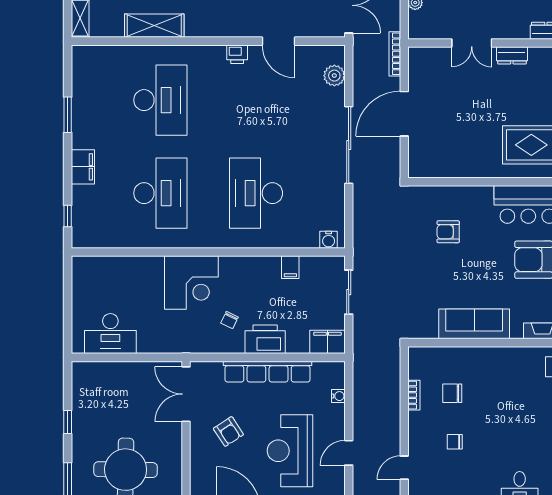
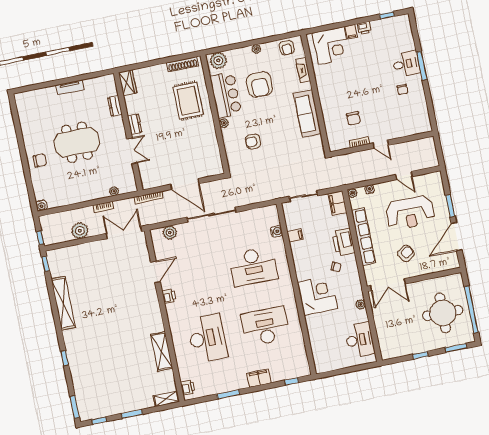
printer: (91, 55) -> (188, 387), added
desk: (160, 100) -> (207, 338), turned 90
plant: (485, 193) -> (224, 123), added
armchair: (448, 232) -> (253, 142), turned 90
water cooler: (329, 240) -> (276, 231), moved
plant: (164, 346) -> (361, 304), added
plant: (338, 368) -> (352, 193), added
chair: (455, 442) -> (402, 90), moved
door: (404, 468) -> (381, 144), moved

